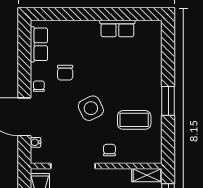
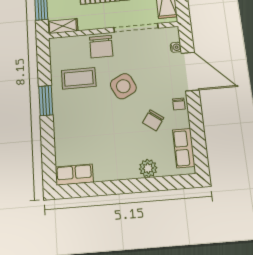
plant: (74, 29) -> (148, 168), added
row of seats: (117, 29) -> (74, 175), moved
chair: (65, 73) -> (153, 120), turned -144
chair: (109, 150) -> (101, 47), width x1.87, depth x1.87

